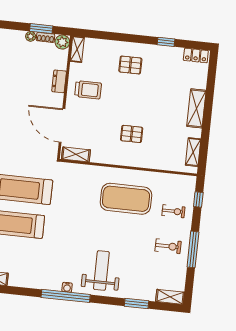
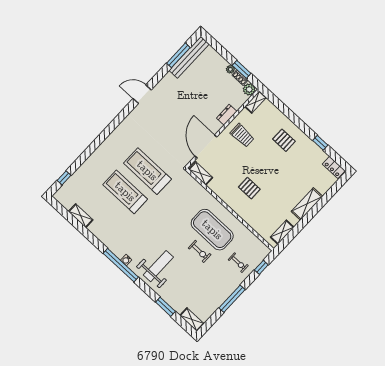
exercise bike: (168, 246) -> (200, 251), moved

